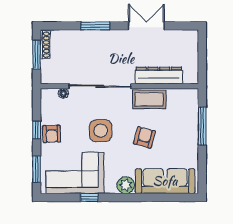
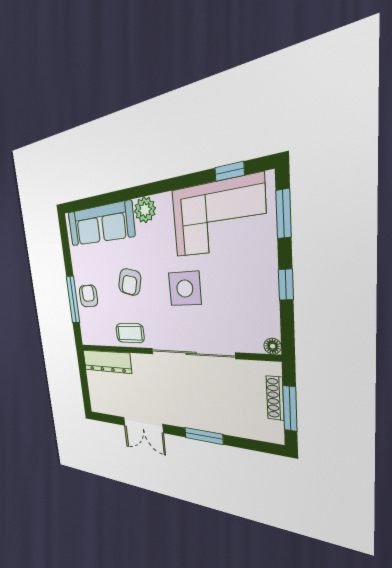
shoe rack: (45, 45) -> (275, 398), moved
dresser: (159, 75) -> (107, 362), moved
floor lamp: (63, 93) -> (273, 346), moved
coffee table: (149, 99) -> (130, 333), width x0.73, depth x0.77
armchair: (52, 134) -> (88, 296), moved
window: (89, 198) -> (229, 171), moved

